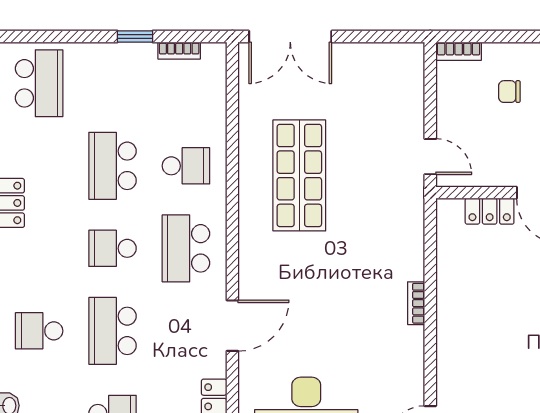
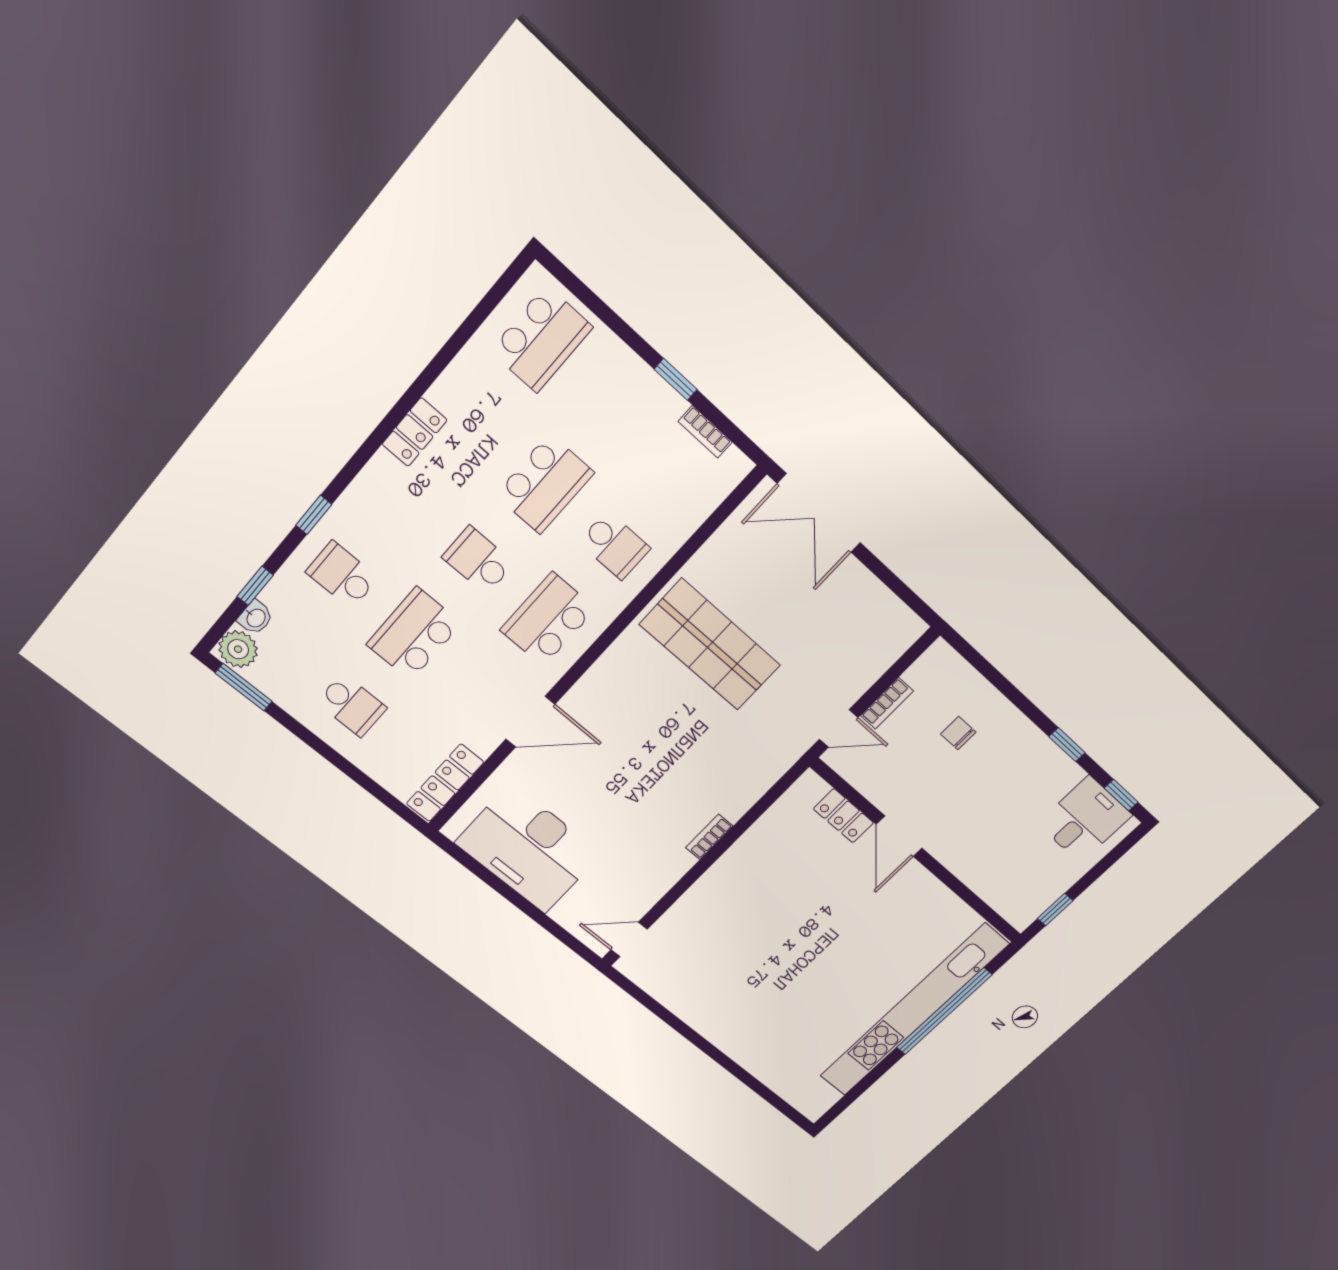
bookcase: (459, 51) -> (887, 703), moved, turned -90
door: (430, 157) -> (839, 728), hinge flipped
school desk: (113, 166) -> (545, 484), turned 180
shop shelf: (299, 175) -> (710, 645), turned 90

